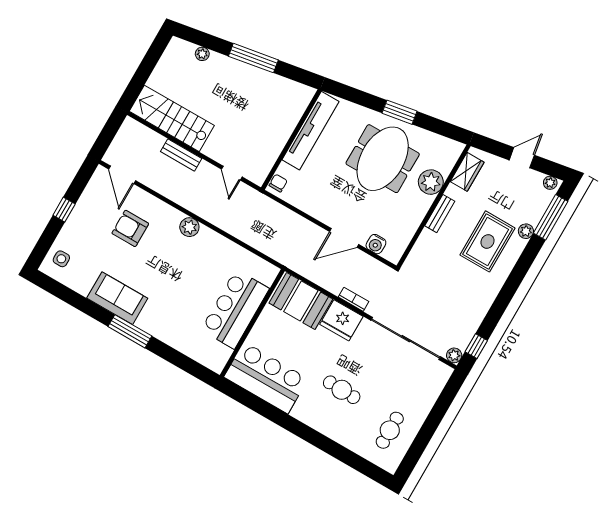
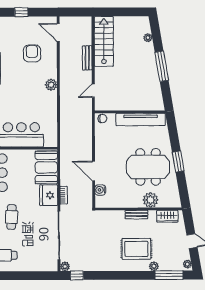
door: (122, 175) -> (58, 32), hinge flipped

